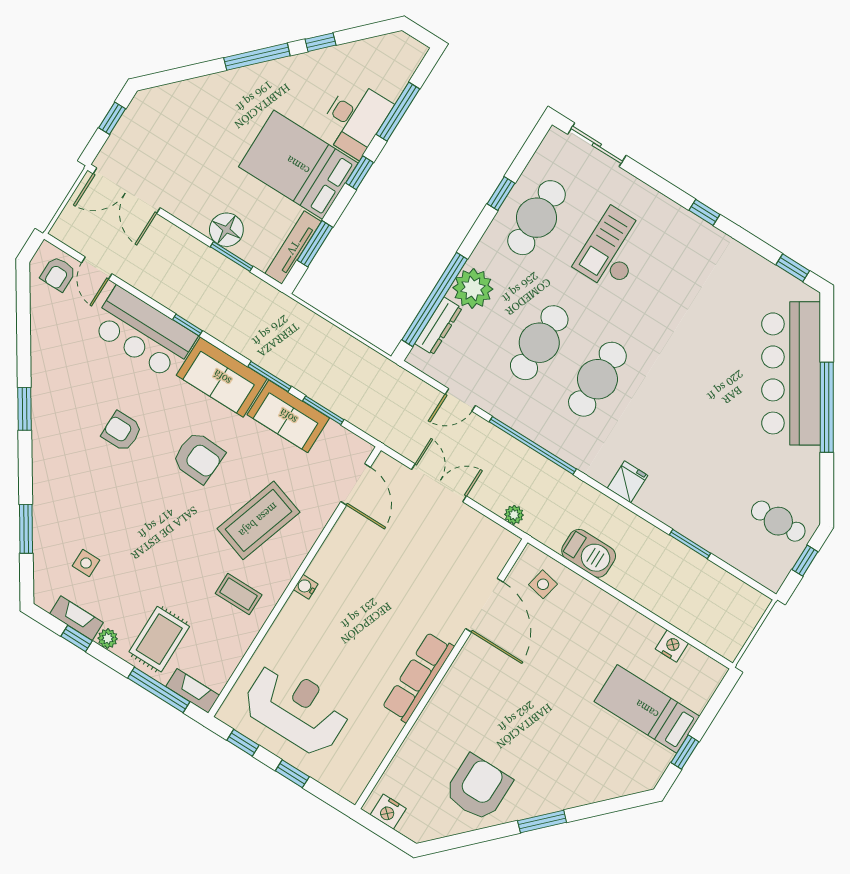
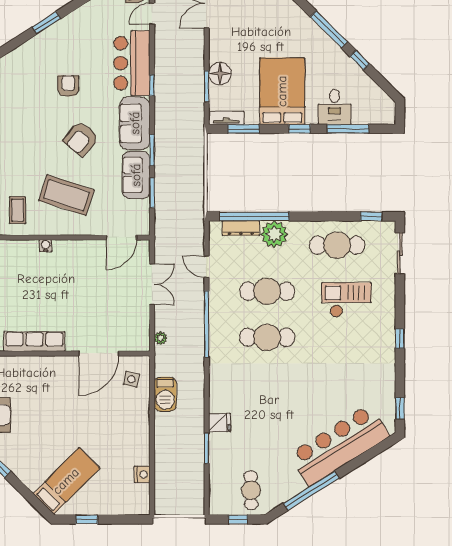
desk: (355, 119) -> (335, 107), width x0.73
window: (501, 194) -> (371, 216), moved
tv unit: (293, 248) -> (226, 118), width x0.71
window: (827, 407) -> (311, 491), moved
armchair: (198, 457) -> (81, 139), turned 36
fridge: (628, 482) -> (220, 423), moved
bed: (647, 709) -> (66, 481), moved, turned 45

